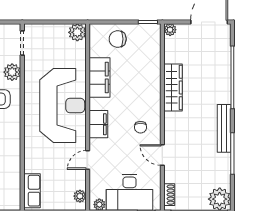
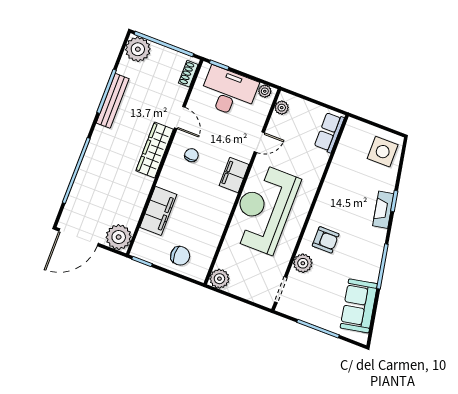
plant: (170, 30) -> (119, 237), width x1.88, depth x1.88
filing cabinet: (100, 77) -> (158, 211), moved, turned 180
wardrobe: (173, 87) -> (155, 150), moved
bench: (224, 128) -> (113, 101), moved

